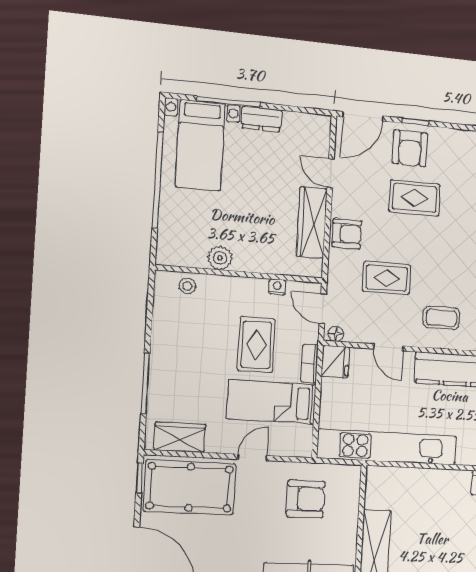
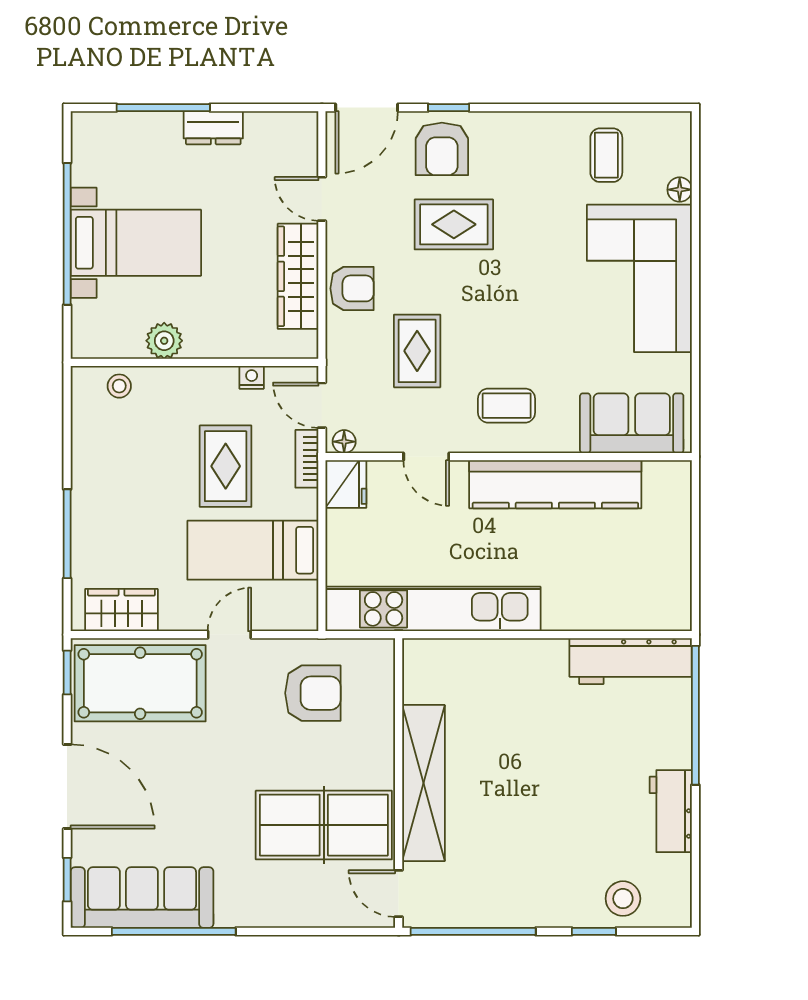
bed with nightstands: (200, 145) -> (136, 243), moved, turned -90
rug: (387, 278) -> (417, 351), turned 90
bookcase: (310, 363) -> (307, 459), moved

